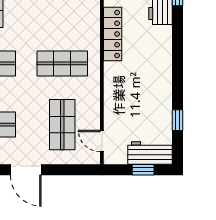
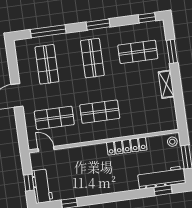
shop shelf: (62, 63) -> (100, 112), turned 90
door: (102, 141) -> (46, 149), hinge flipped

